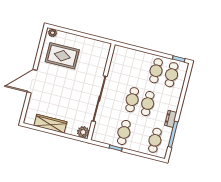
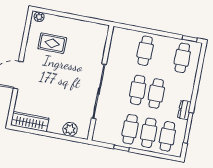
rug: (62, 56) -> (52, 43), width x0.73, depth x0.70
cafe table: (156, 71) -> (145, 51), moved
wardrobe: (50, 124) -> (30, 122), moved
plant: (83, 132) -> (70, 129), moved
cafe table: (139, 136) -> (149, 133), added

